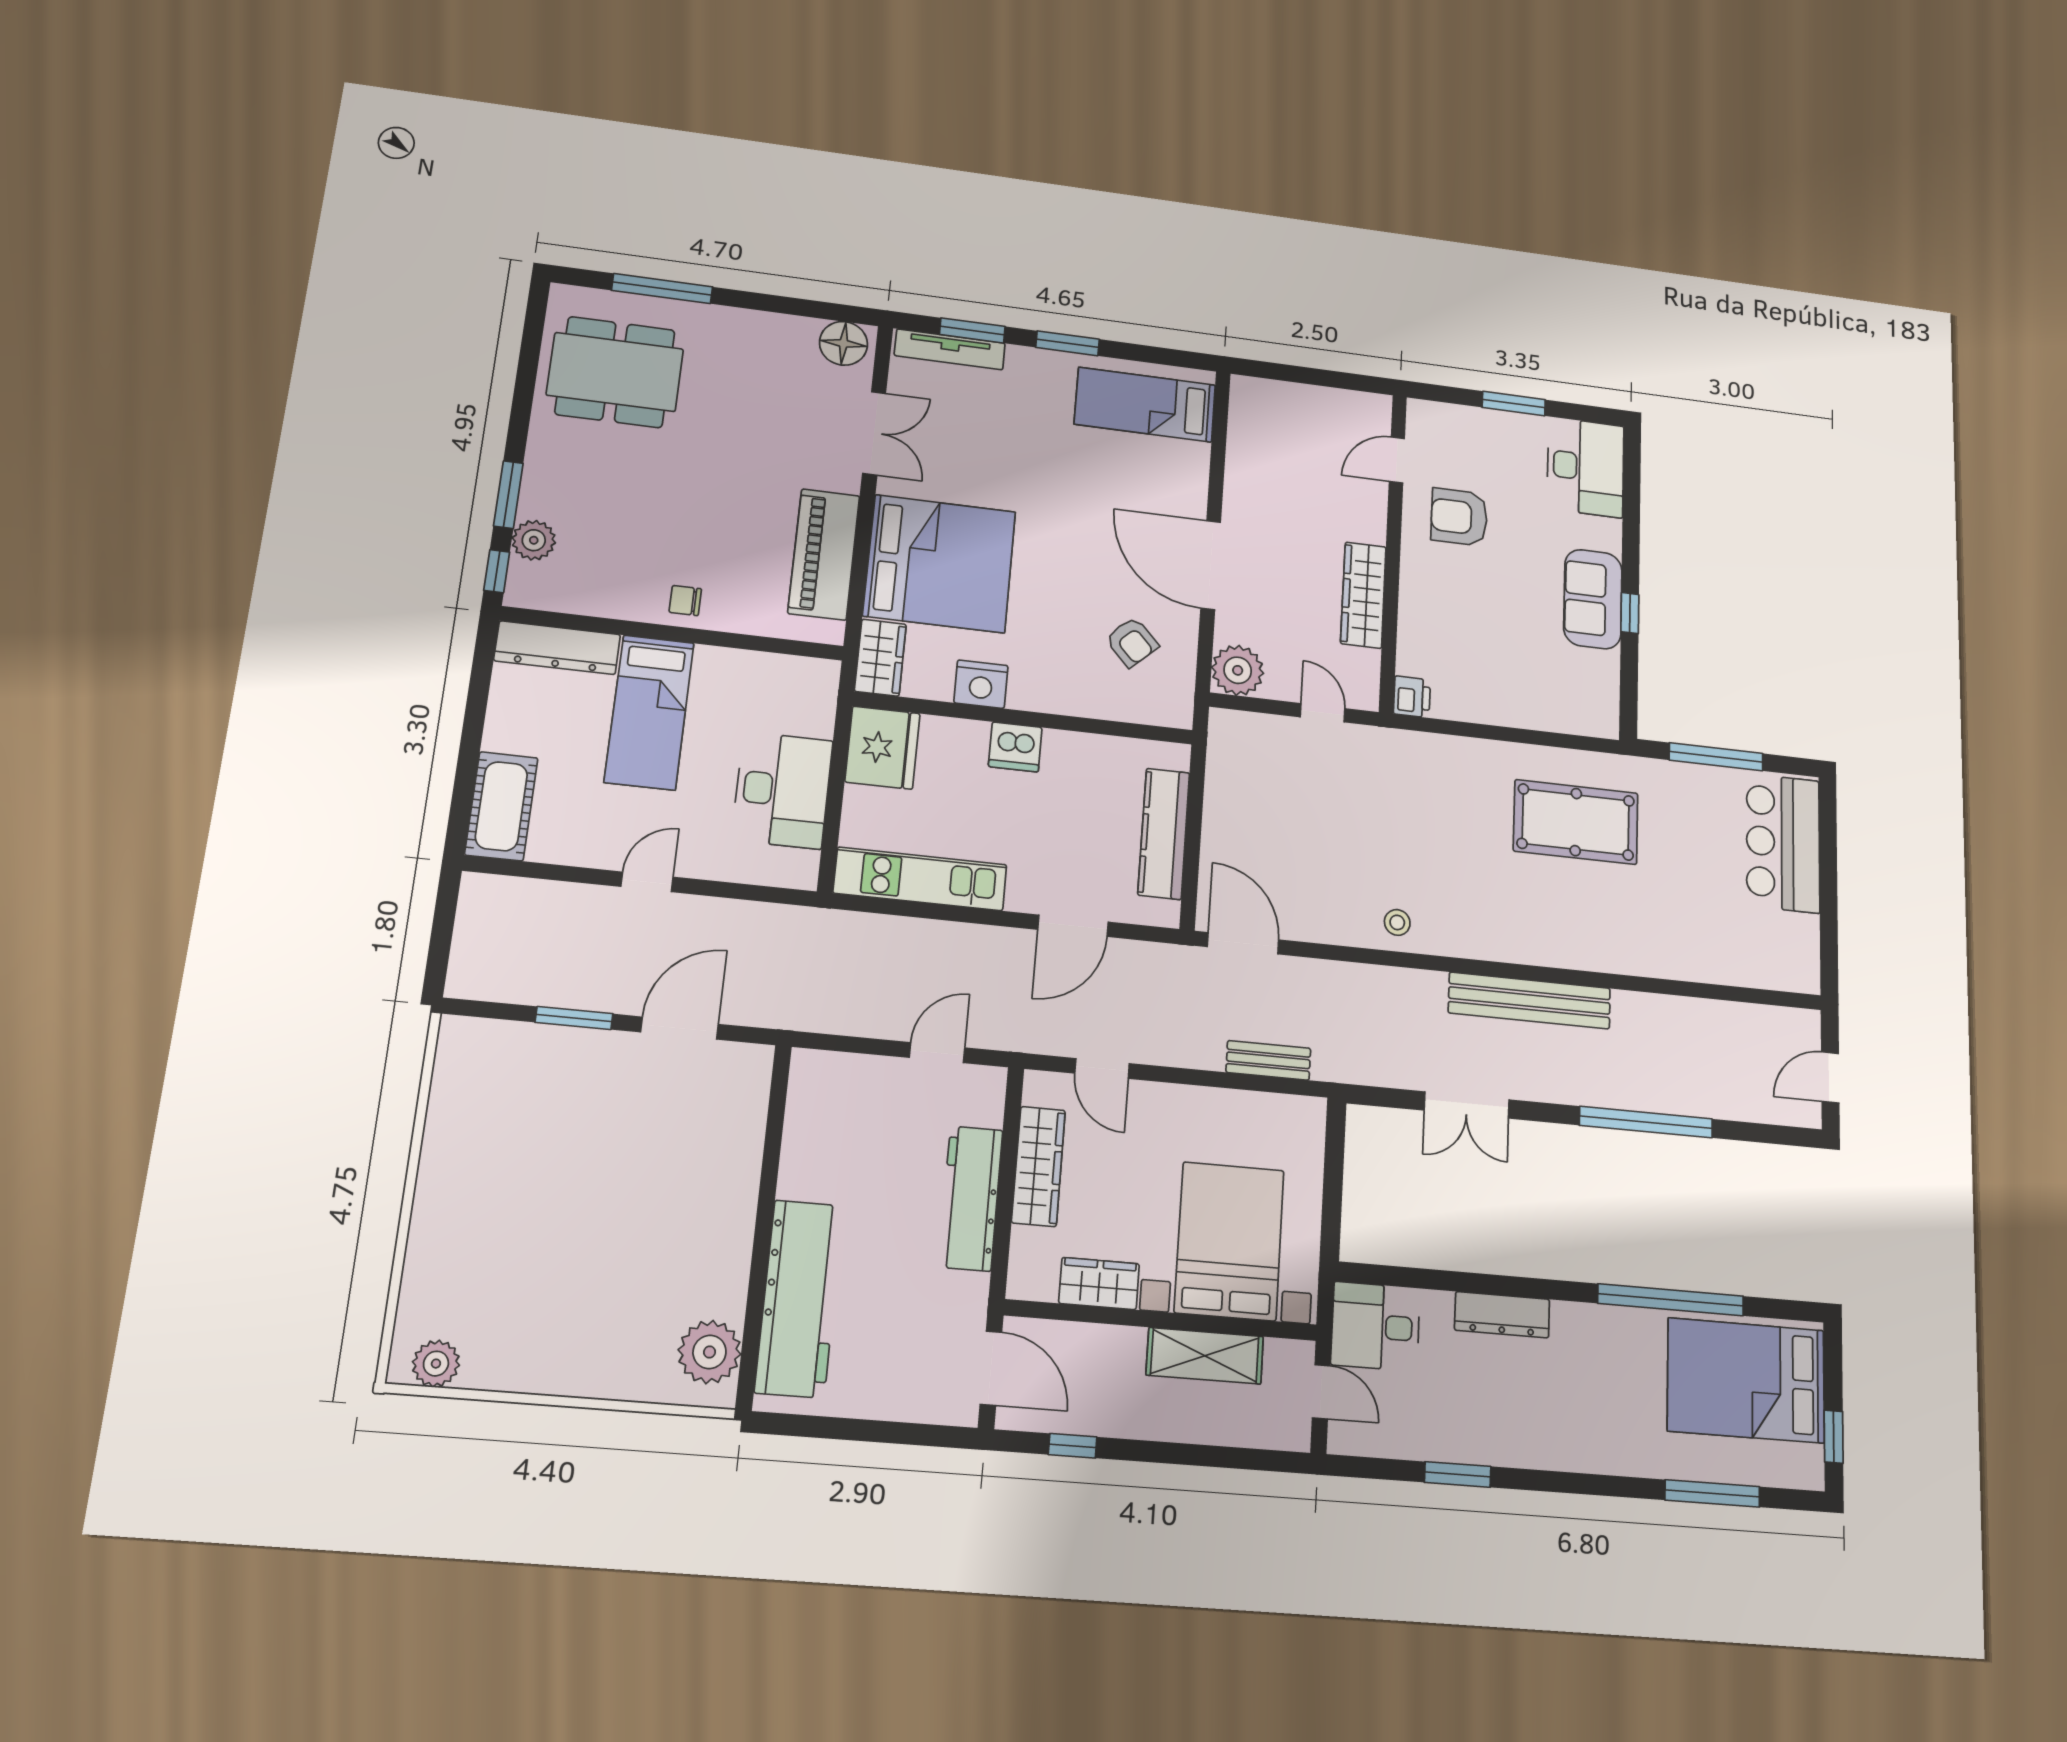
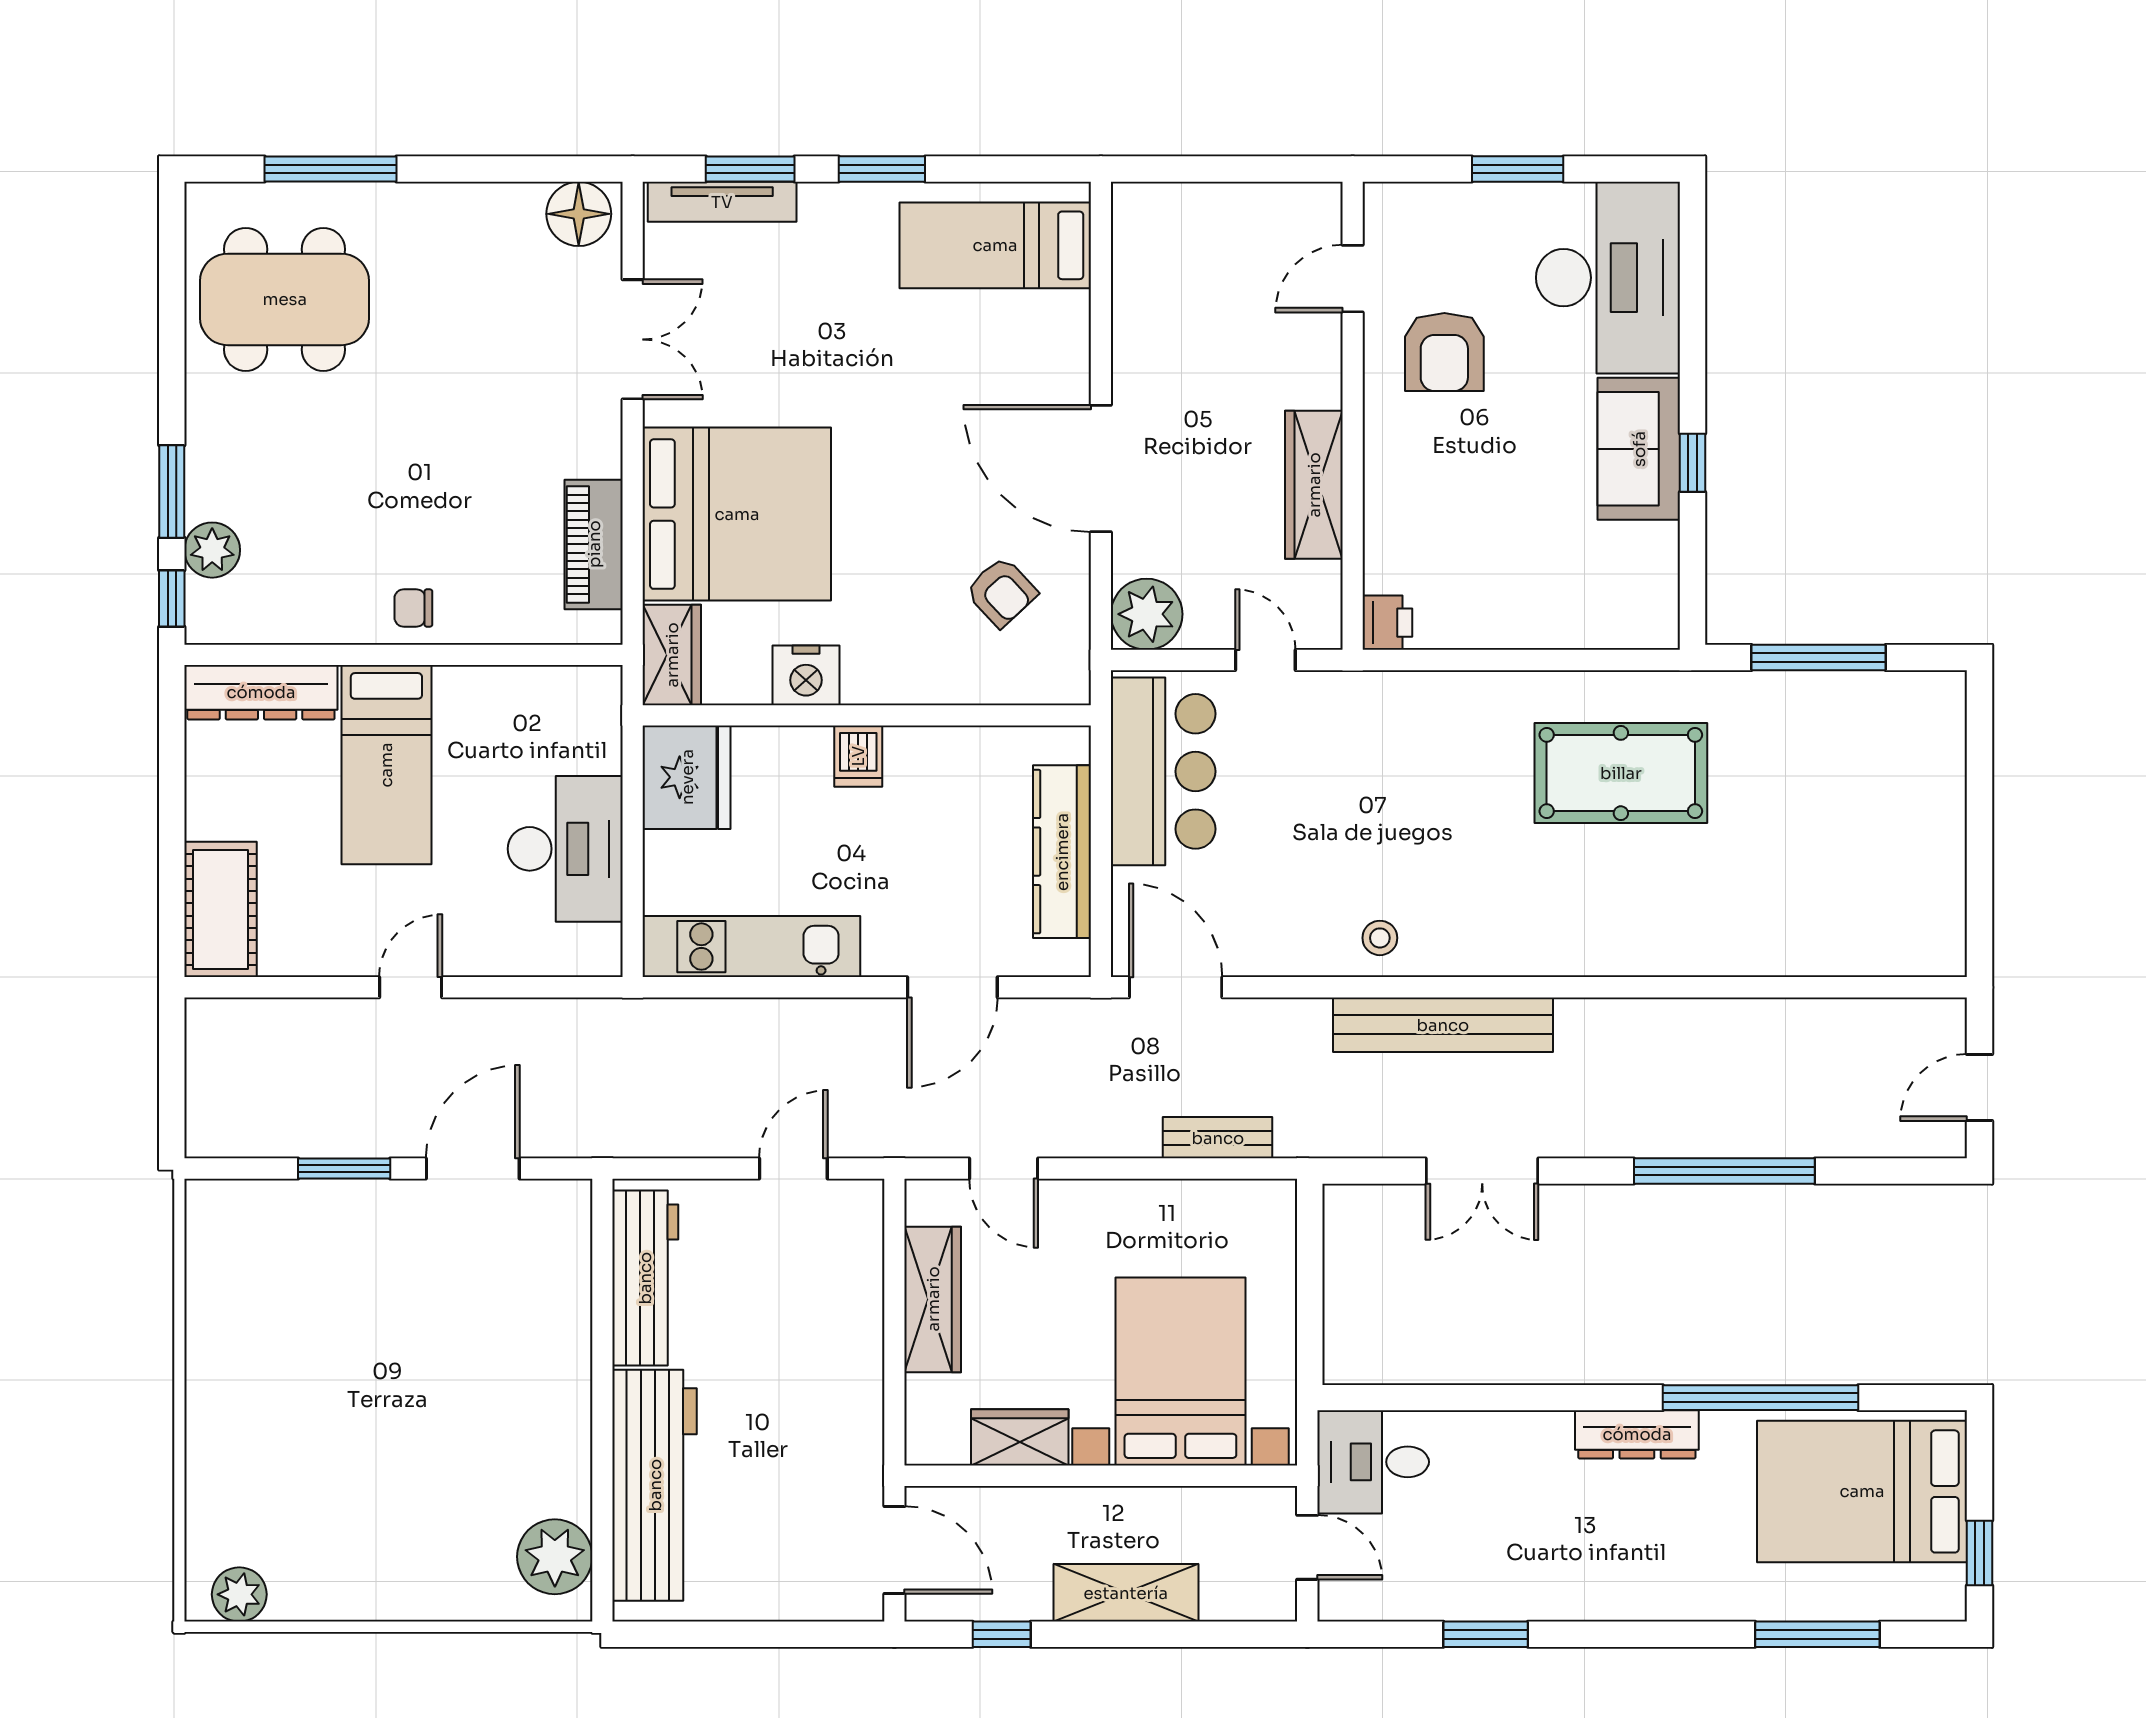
desk: (1586, 467) -> (1608, 278), width x1.36, depth x1.30
armchair: (1459, 517) -> (1444, 352), turned -90
piano: (824, 554) -> (594, 544), width x0.73, depth x0.75
dishwasher: (1015, 747) -> (858, 756), width x0.73
bar counter: (1783, 843) -> (1163, 771), moved, turned 180
bench: (1530, 1001) -> (1443, 1025), moved
workbench: (971, 1198) -> (645, 1278), moved, turned 180
dresser: (1502, 1315) -> (1637, 1434), moved
shelving: (1205, 1356) -> (1126, 1593), moved

